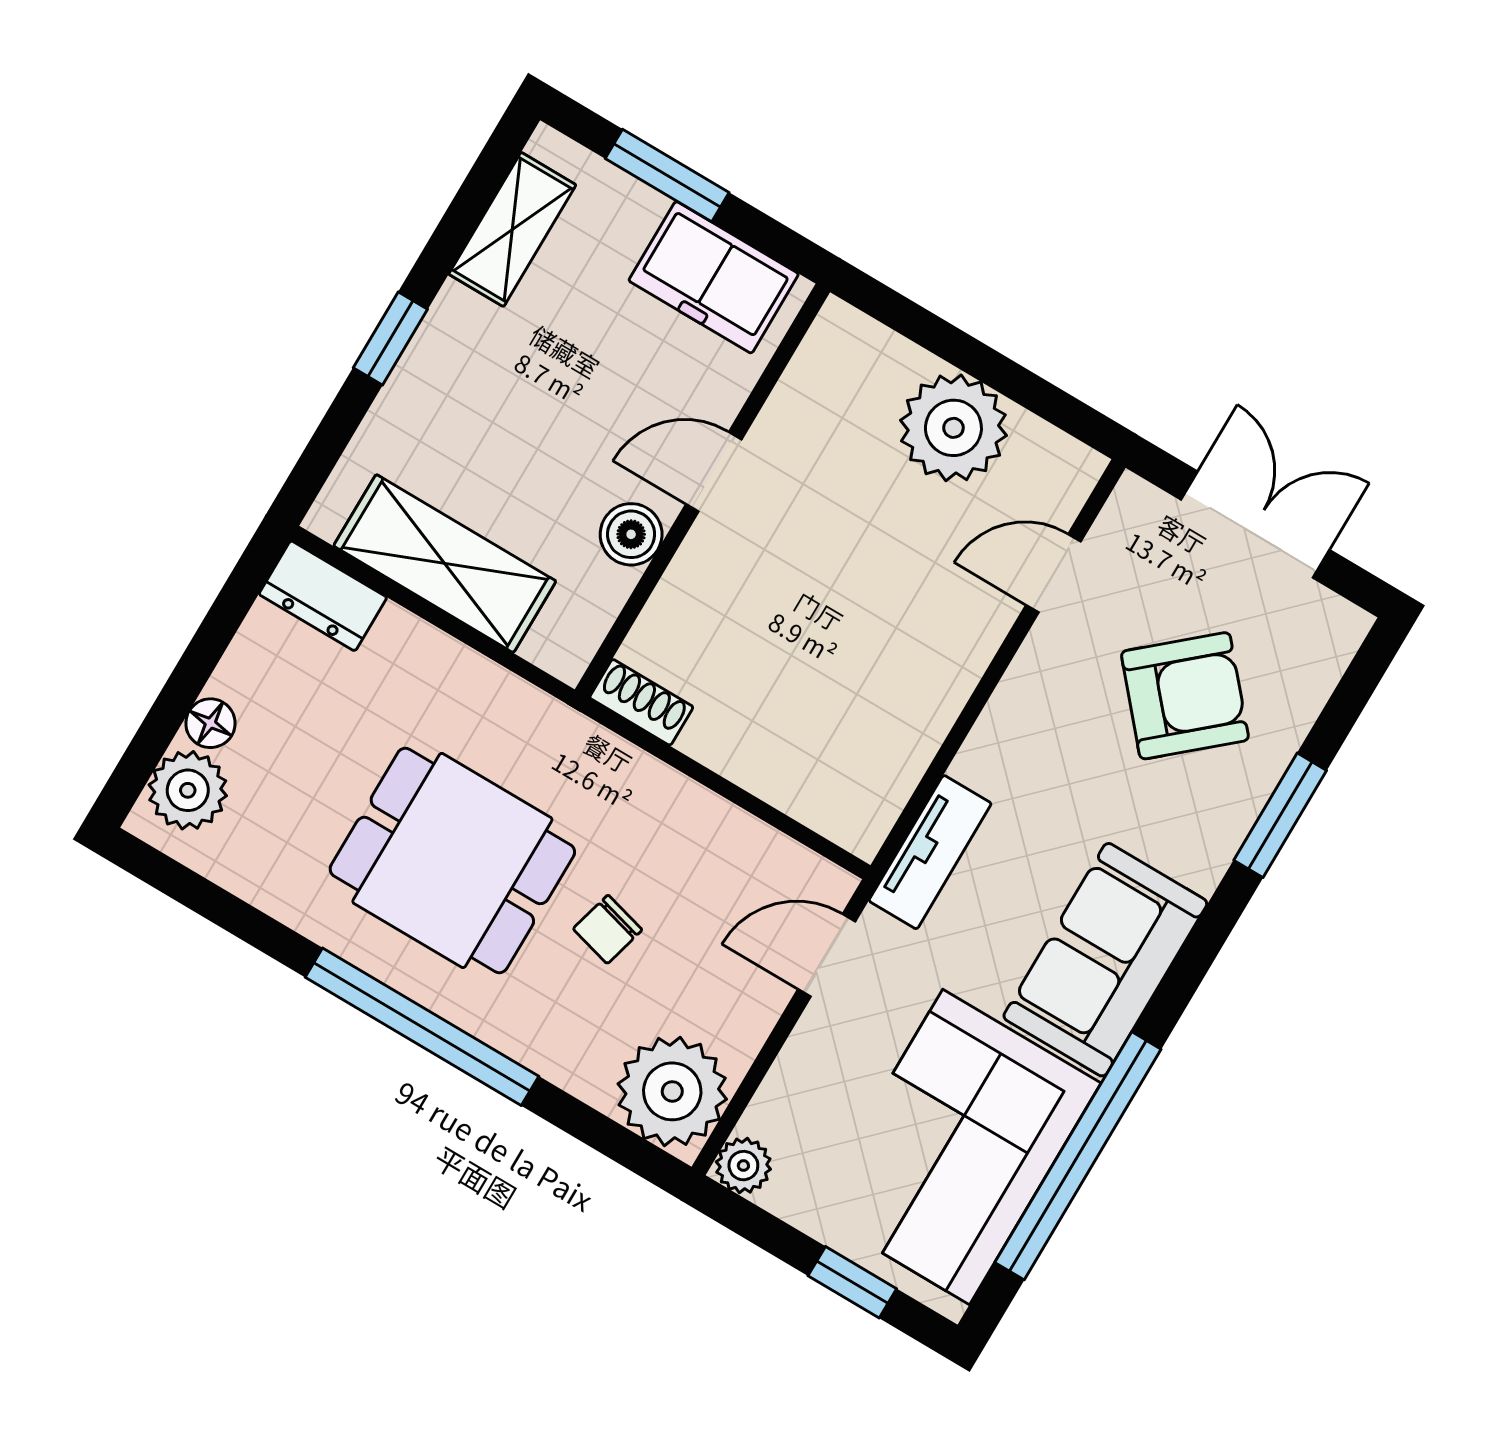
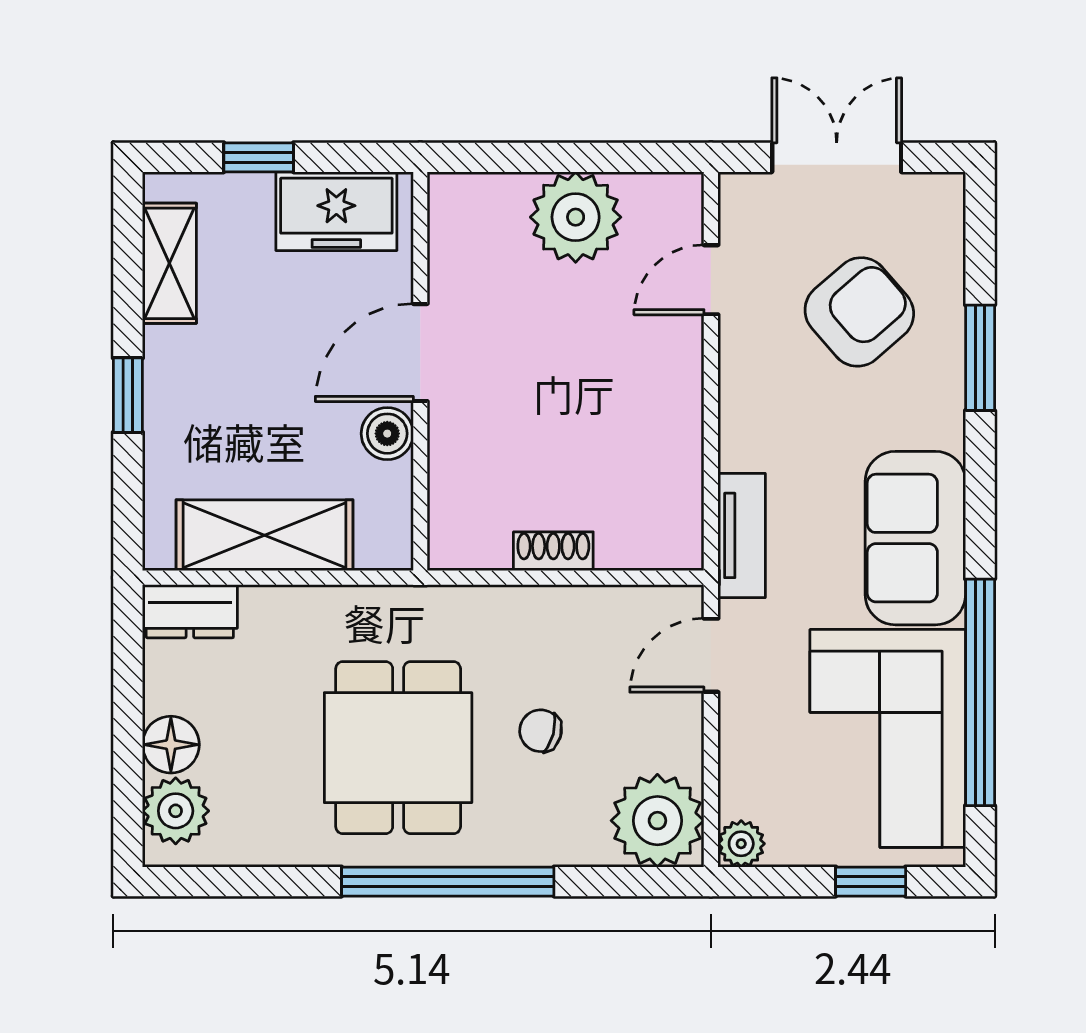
window: (667, 175) -> (259, 157), width x0.67
door: (714, 472) -> (420, 353), width x1.38
shoe rack: (641, 702) -> (553, 551), moved
floor lamp: (210, 723) -> (171, 745), width x1.37, depth x1.37
dining table: (452, 860) -> (398, 748), turned 90
chair: (608, 929) -> (541, 731), turned 90

